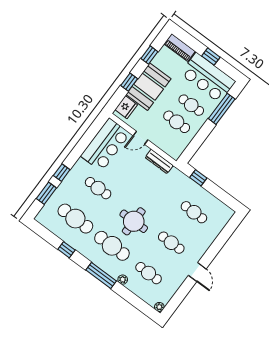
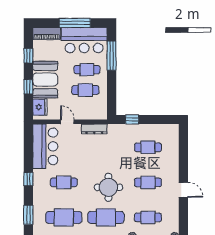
window: (211, 57) -> (75, 23), width x2.17
door: (141, 138) -> (67, 122), swing flipped
window: (62, 173) -> (28, 179), moved

